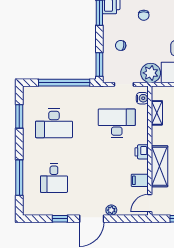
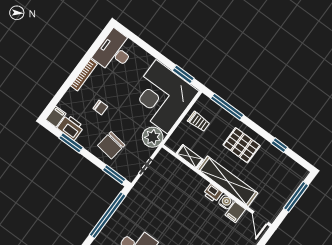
chair: (121, 45) -> (111, 145), width x1.87, depth x1.87
water cooler: (142, 98) -> (226, 202), moved
desk: (117, 123) -> (174, 196), removed
shelving: (159, 166) -> (228, 181), width x1.47

